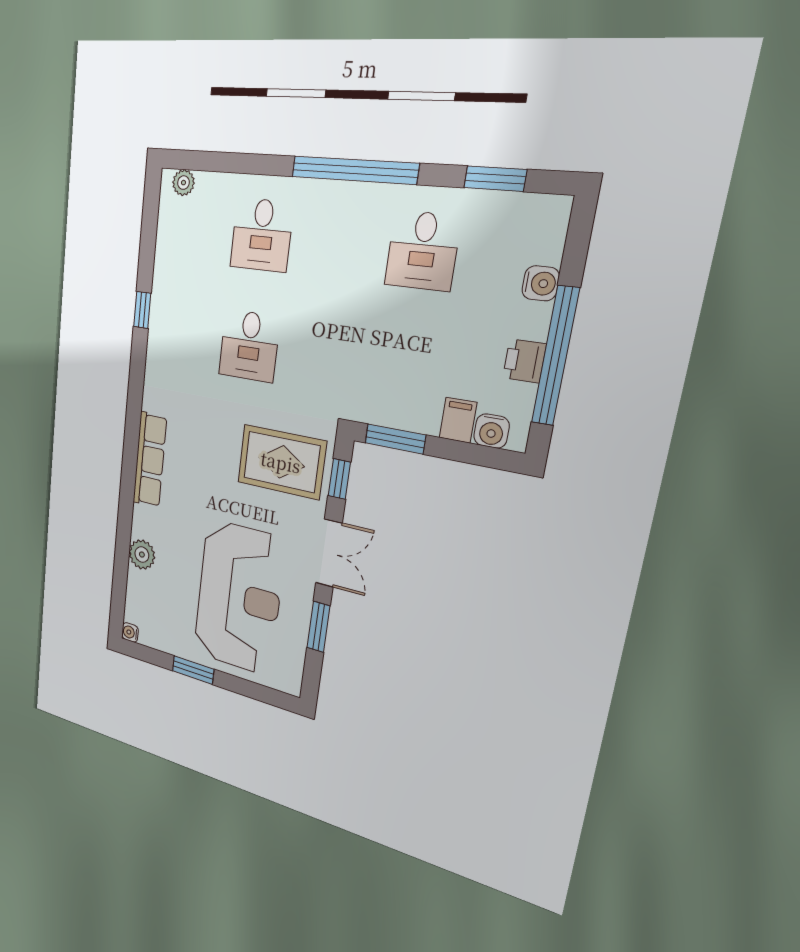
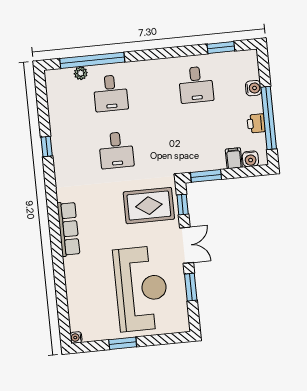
window: (354, 170) -> (92, 60), moved
plant: (183, 183) -> (81, 73), moved
plant: (142, 555) -> (75, 286), removed

